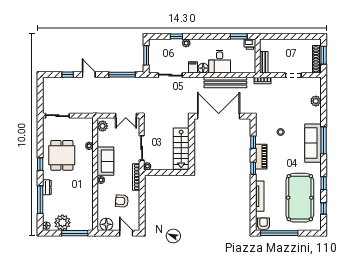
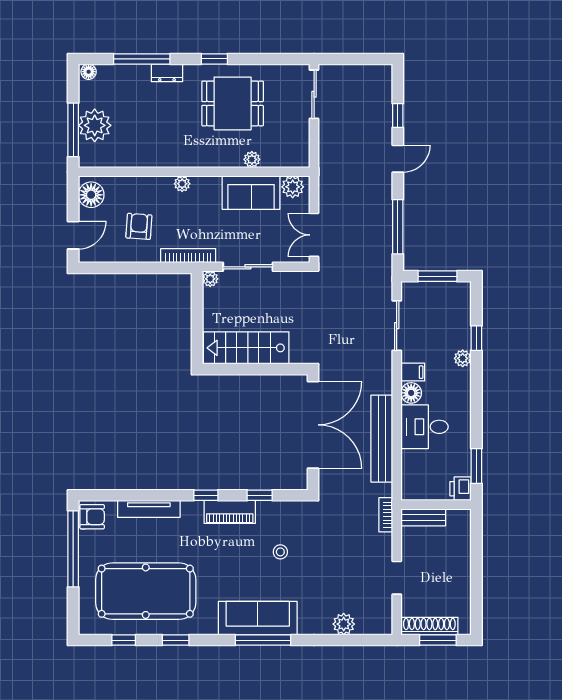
sofa: (105, 161) -> (251, 193), moved
plant: (62, 223) -> (95, 125), moved

